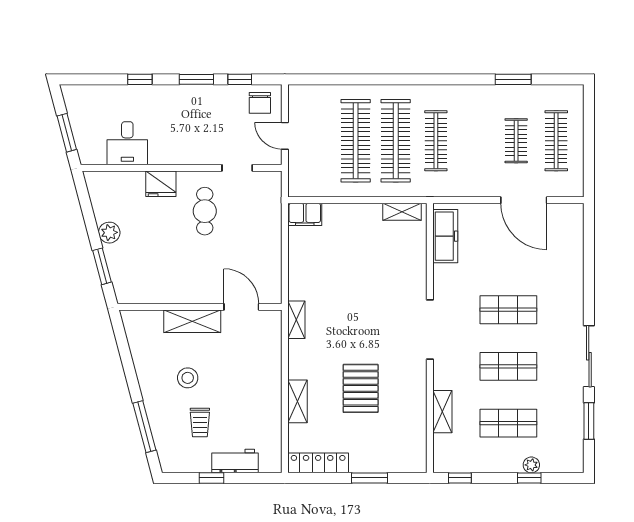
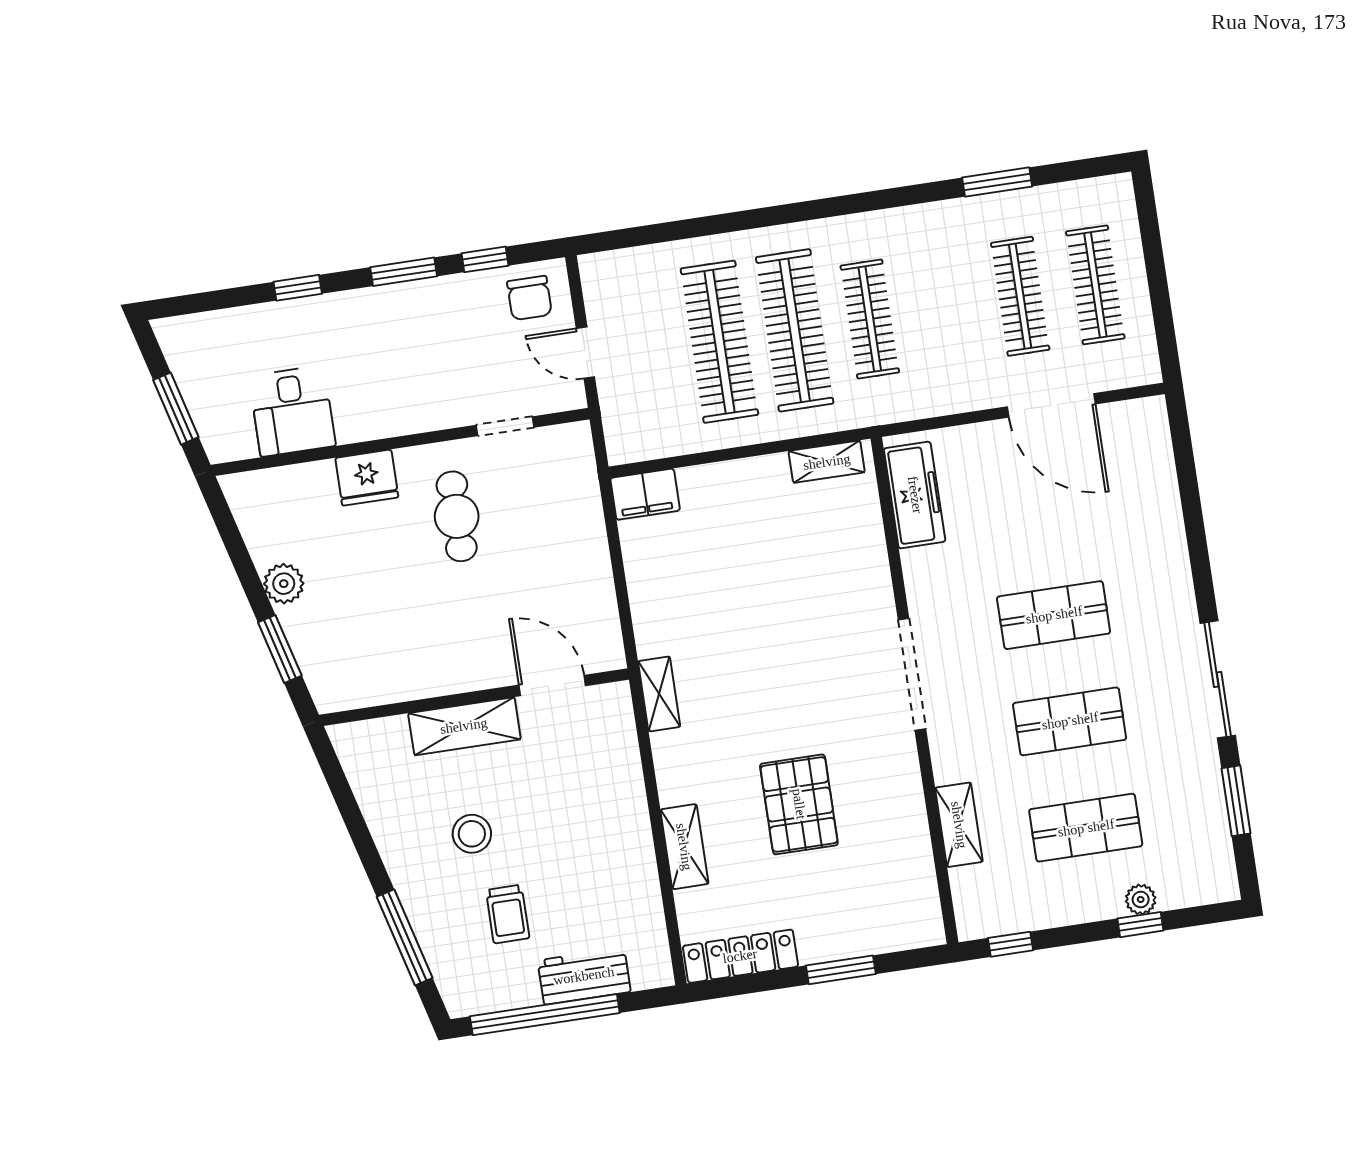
clothes rail: (516, 141) -> (1020, 296), width x1.36
window: (211, 478) -> (545, 1015), width x3.17

